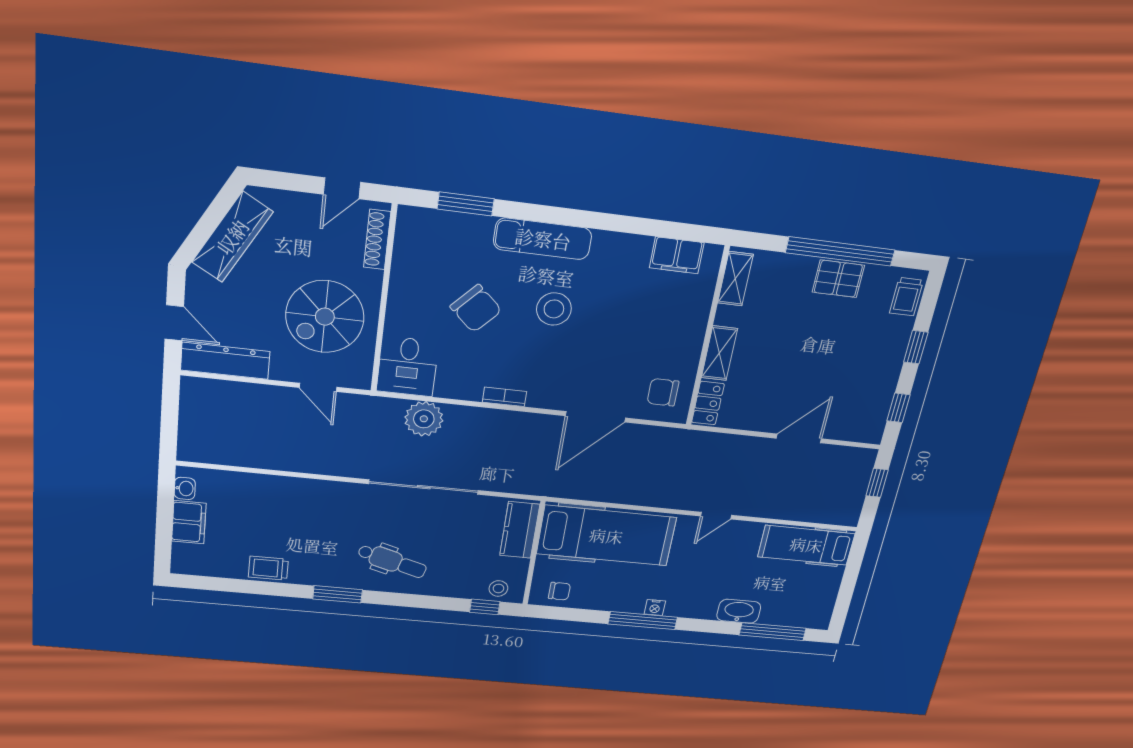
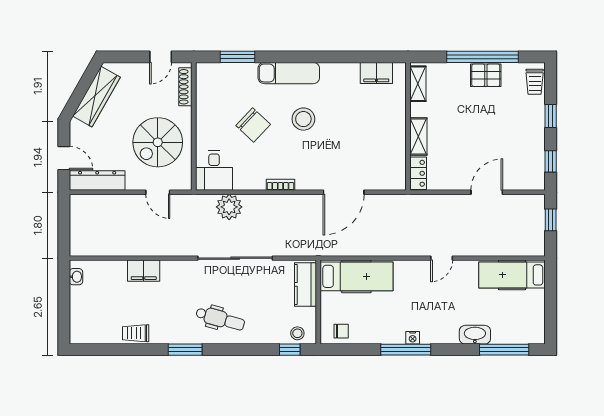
chair: (663, 392) -> (386, 169), removed
filing cabinet: (189, 522) -> (144, 271), moved, turned 90
hospital bed: (606, 536) -> (356, 276), width x0.73, depth x0.78

